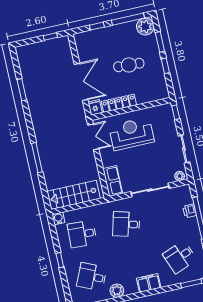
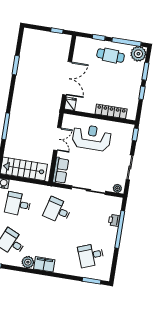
cafe table: (129, 65) -> (111, 56), moved
locker: (119, 103) -> (111, 111), moved
double door: (93, 137) -> (57, 139), moved
filing cabinet: (149, 283) -> (44, 264), moved

